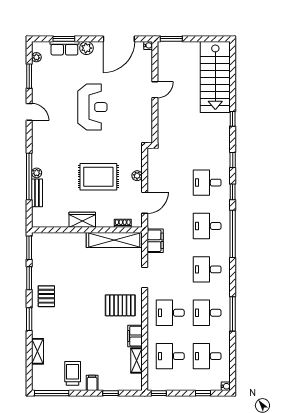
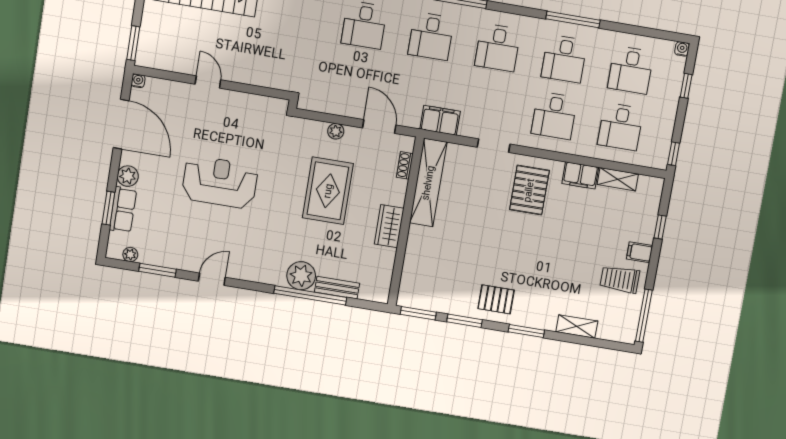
plant: (37, 173) -> (301, 276), width x1.88, depth x1.88

